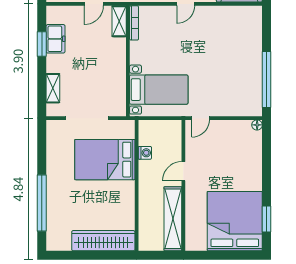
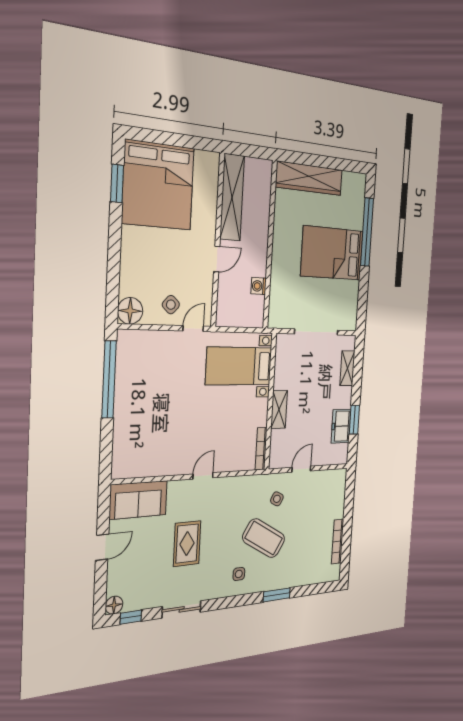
shelving: (119, 21) -> (279, 409), moved
floor lamp: (257, 125) -> (130, 311), width x1.89, depth x1.89
side table: (220, 135) -> (171, 305), added
bed: (105, 160) -> (332, 253), moved, turned 180

